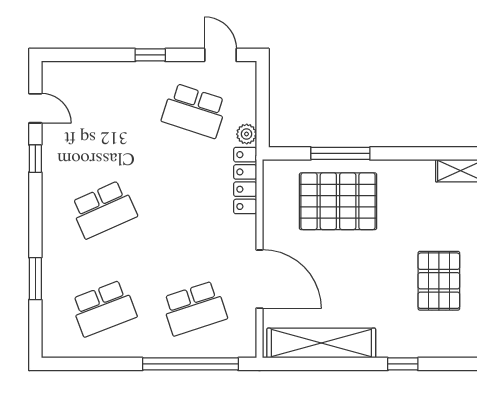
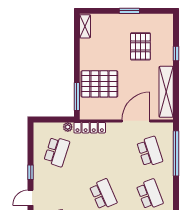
door: (220, 55) -> (31, 198), moved
window: (340, 153) -> (77, 97), moved
pallet: (338, 201) -> (99, 84), turned 90
pallet: (439, 281) -> (140, 46), moved, turned 90

